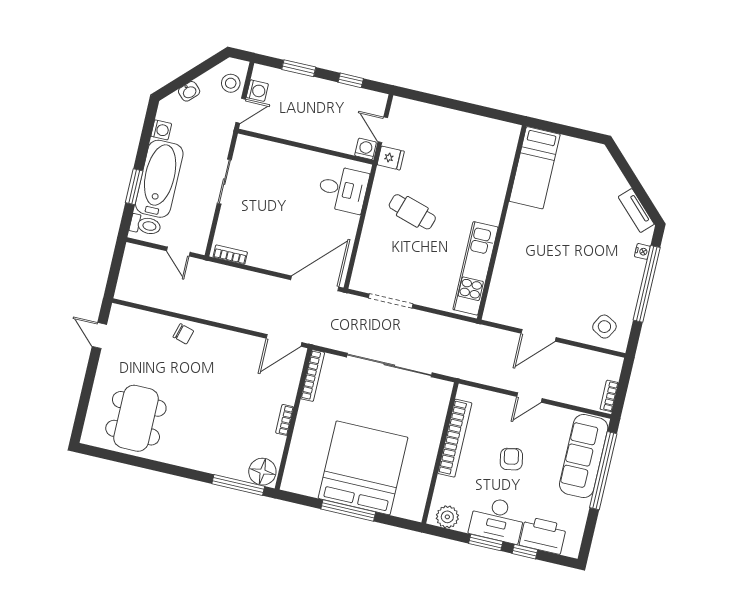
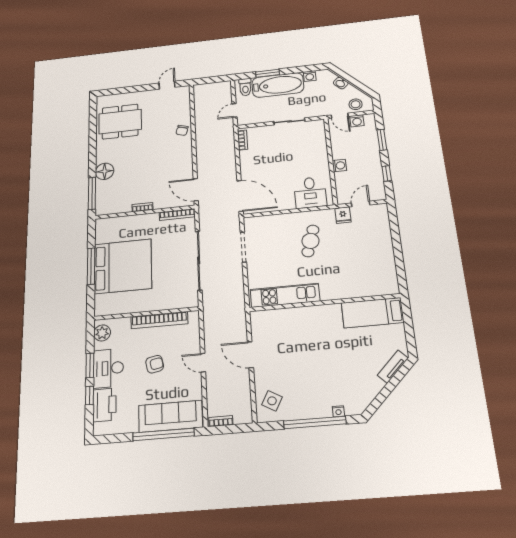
washing machine: (366, 149) -> (339, 166), moved
tv unit: (636, 211) -> (393, 367), moved
floor lamp: (262, 472) -> (105, 171), moved

